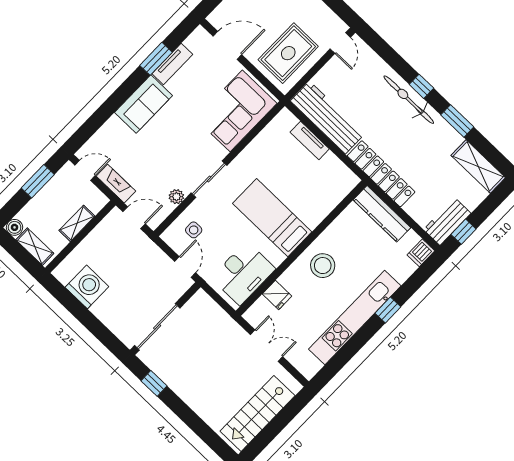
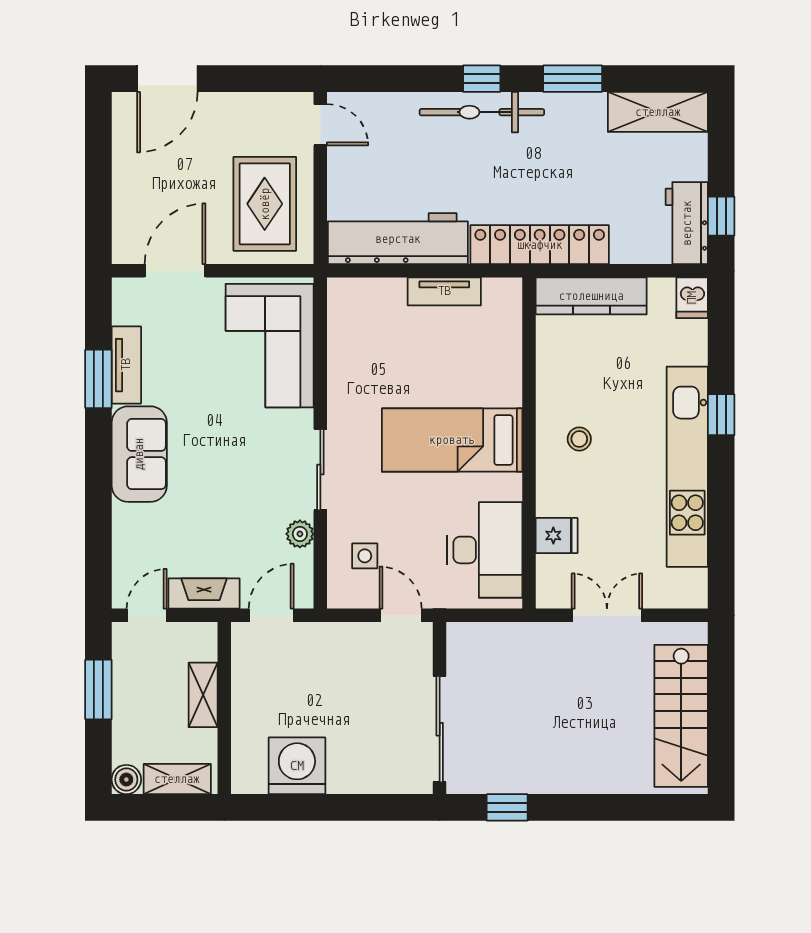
tv unit: (310, 141) -> (444, 291), moved
stool: (323, 266) -> (579, 439), width x0.53, depth x0.53

